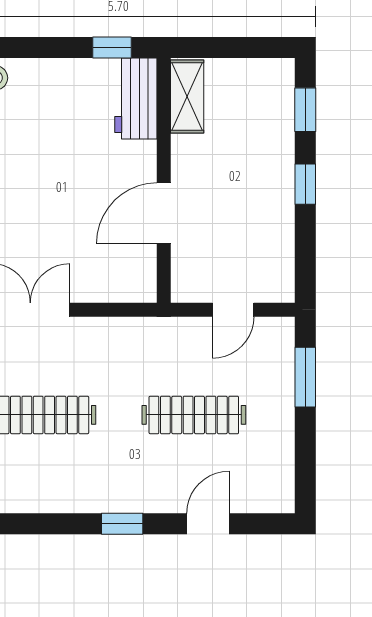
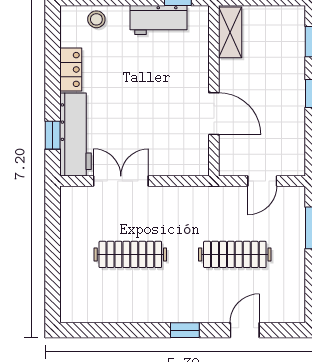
workbench: (136, 98) -> (159, 20), moved, turned -90
door: (164, 213) -> (214, 114), swing flipped

